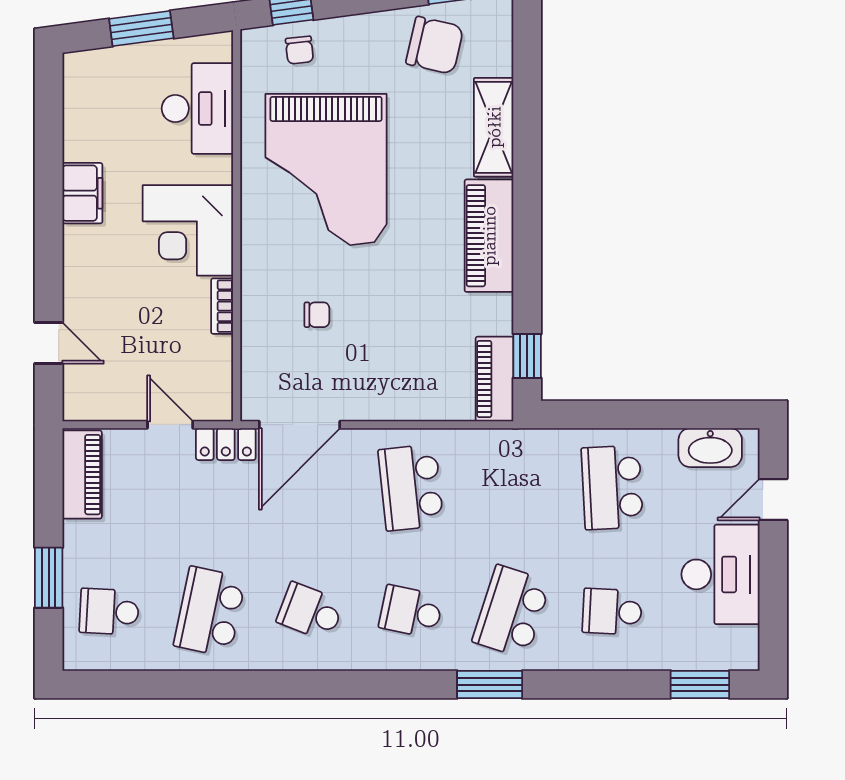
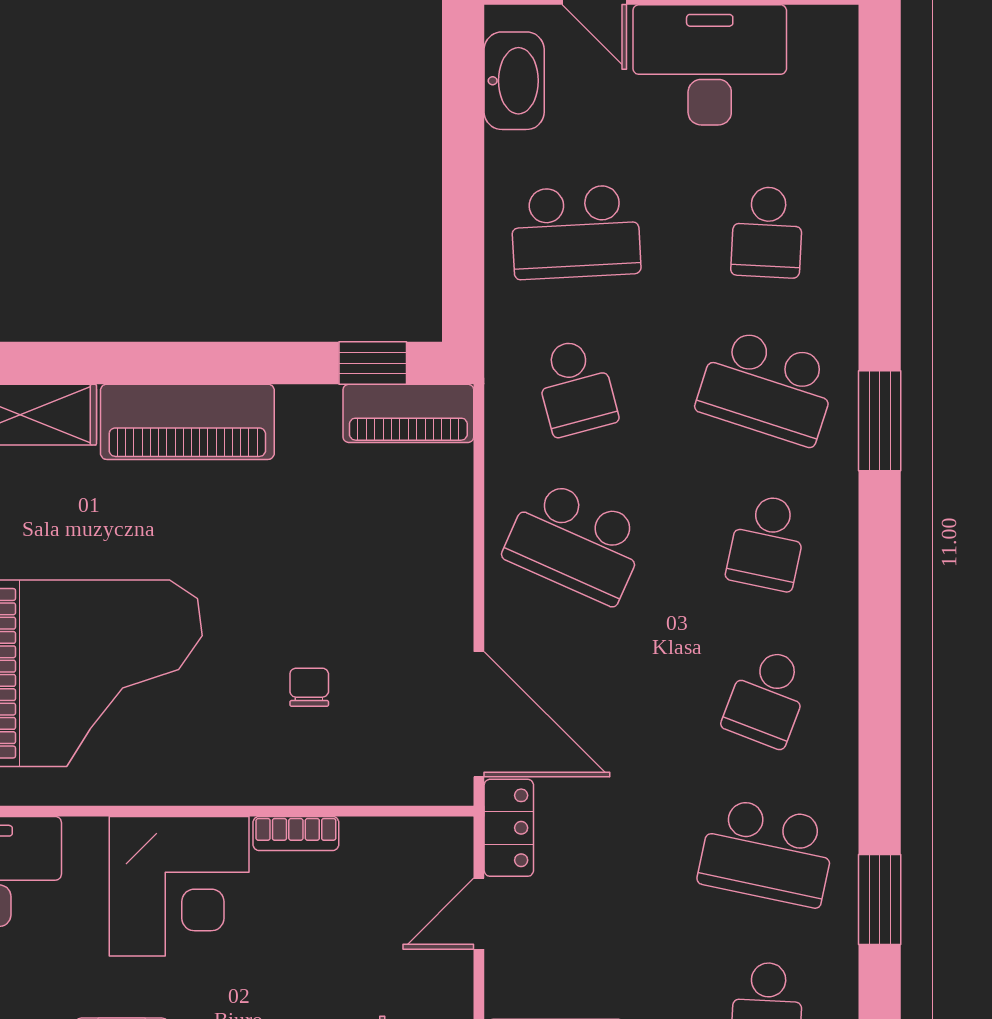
school desk: (411, 487) -> (576, 542), turned 30
school desk: (512, 487) -> (576, 387), added
window: (700, 685) -> (880, 899), moved

